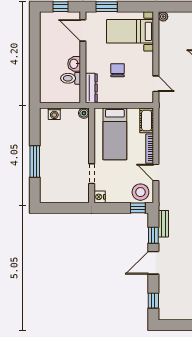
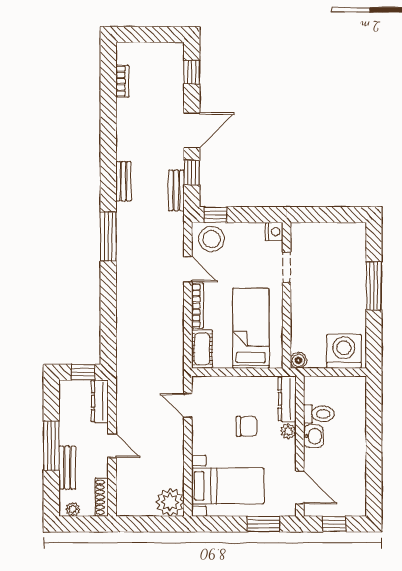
plant: (163, 17) -> (170, 502), width x1.88, depth x1.88
plant: (90, 67) -> (288, 431), added
chair: (118, 70) -> (247, 426), turned -90
washing machine: (54, 114) -> (344, 351), width x1.89, depth x1.89

